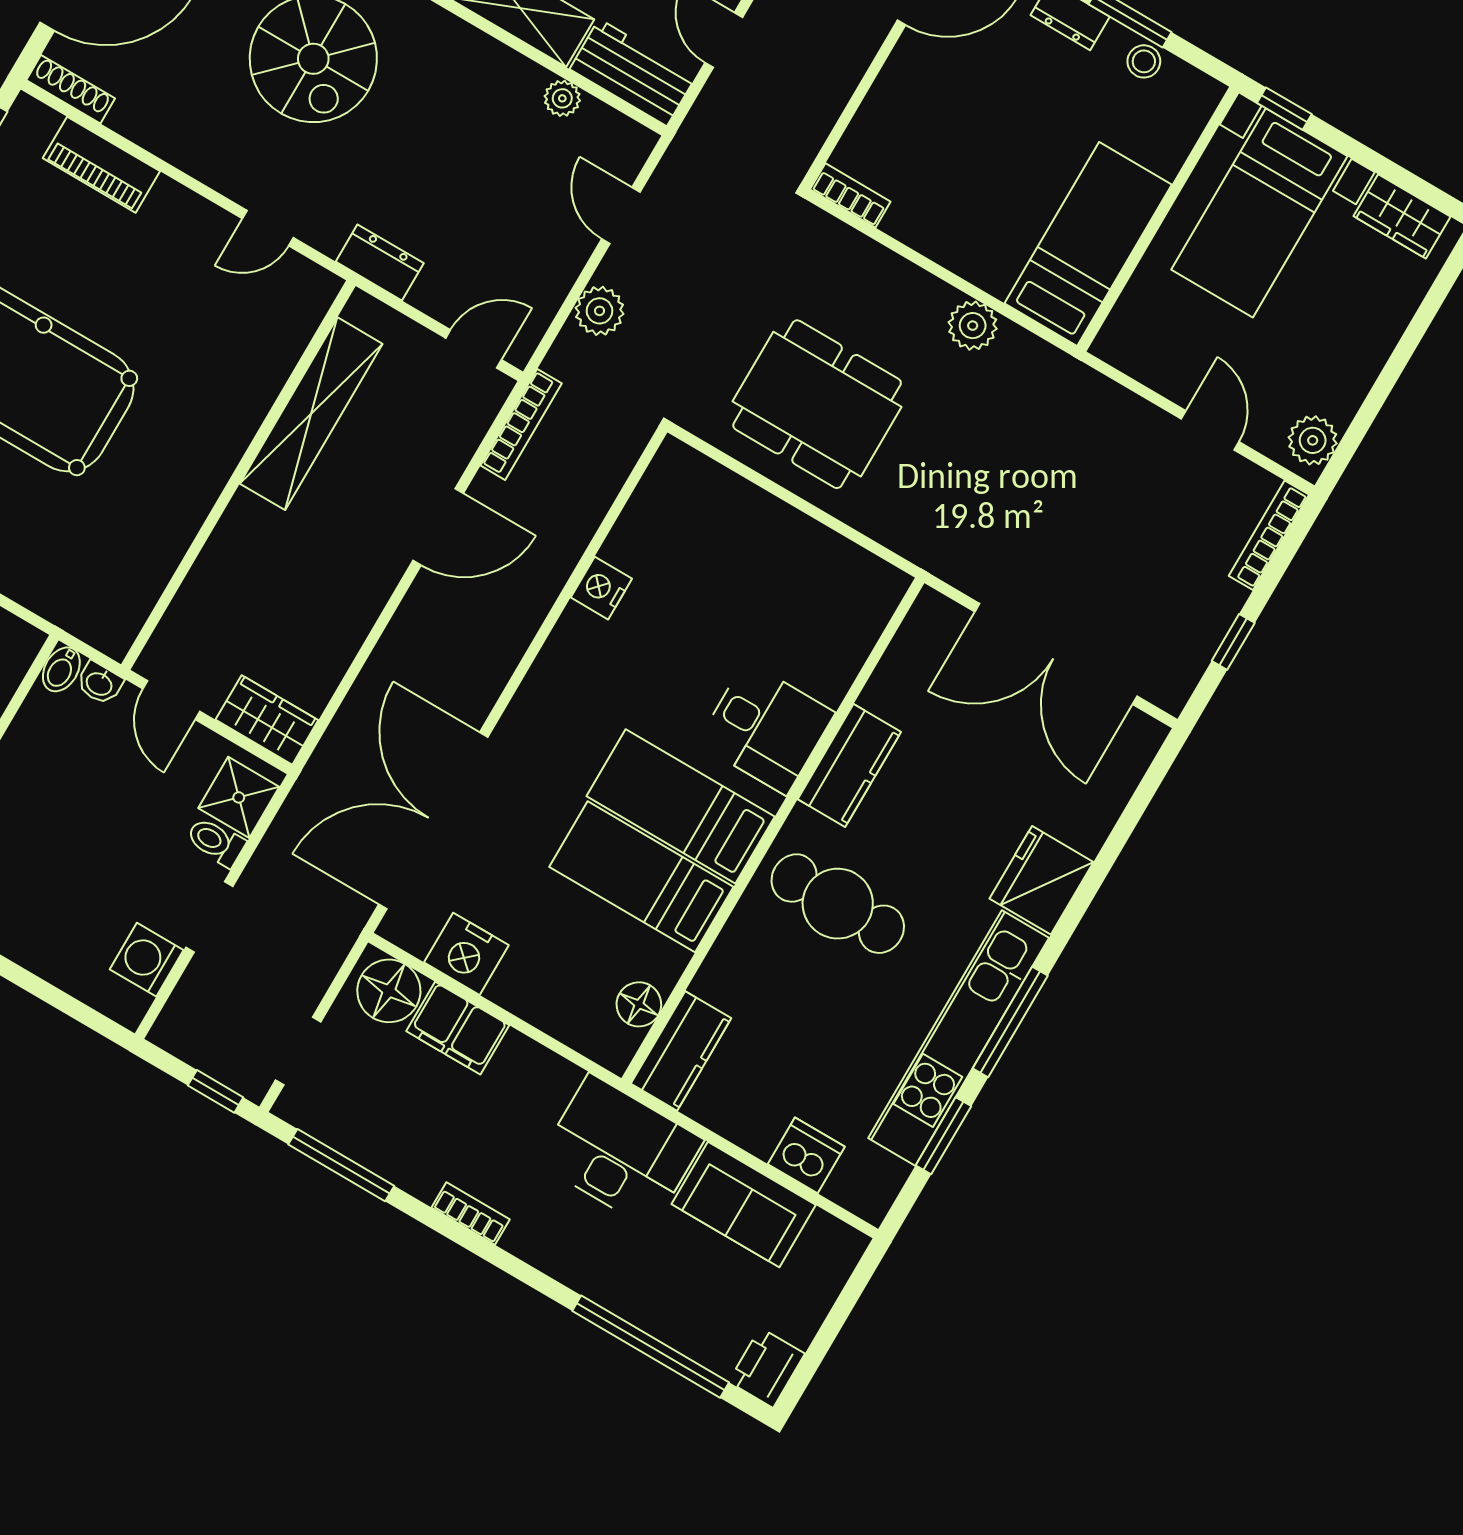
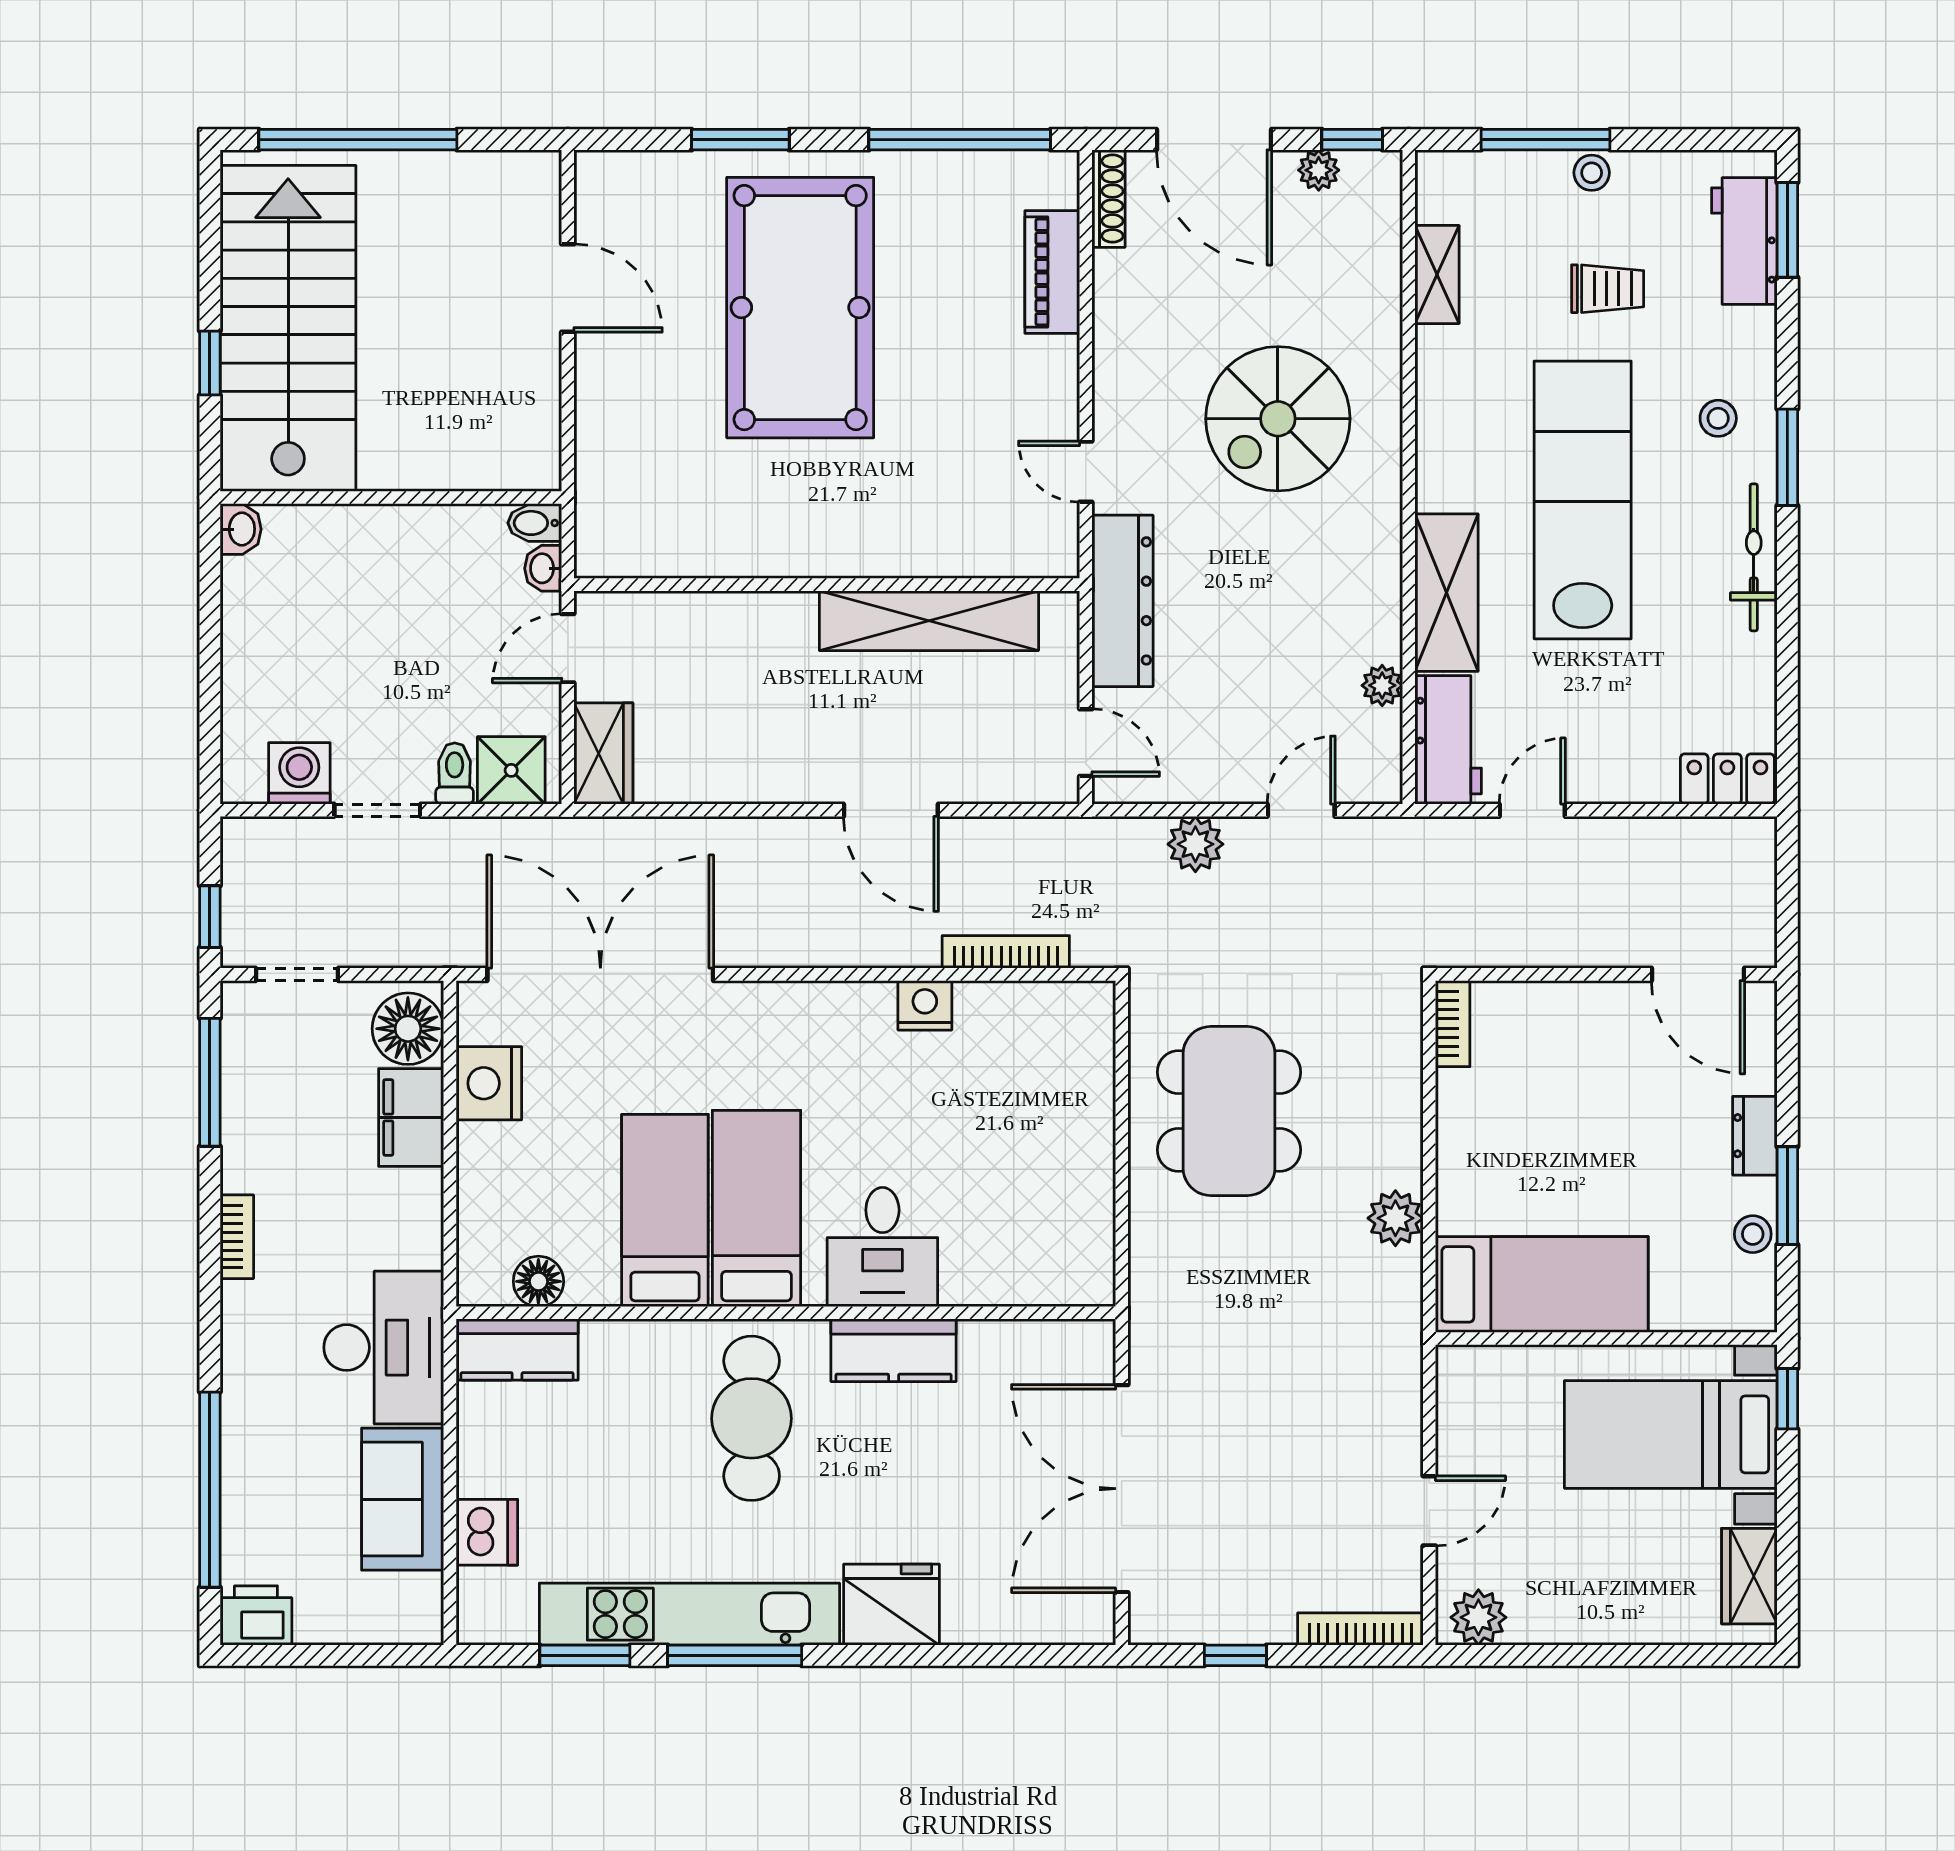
dresser: (380, 262) -> (1122, 601), width x1.96, depth x1.24
bookcase: (521, 424) -> (1006, 952), moved, turned 180

